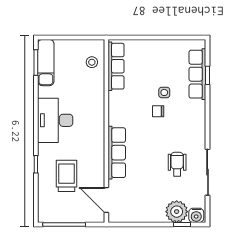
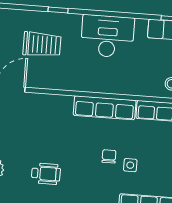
row of seats: (117, 153) -> (105, 108), moved

